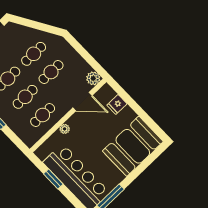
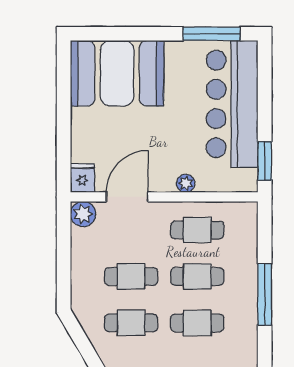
door: (82, 102) -> (127, 197), hinge flipped
fridge: (117, 104) -> (82, 178), moved, turned -90
window: (53, 179) -> (265, 161), moved

